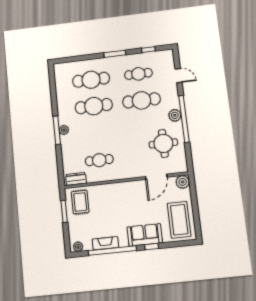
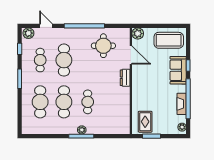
door: (179, 76) -> (46, 26), hinge flipped
plant: (175, 115) -> (28, 33), moved
cafe table: (99, 160) -> (88, 102), moved
dresser: (76, 179) -> (125, 78), moved
rug: (80, 202) -> (145, 122), turned 90

